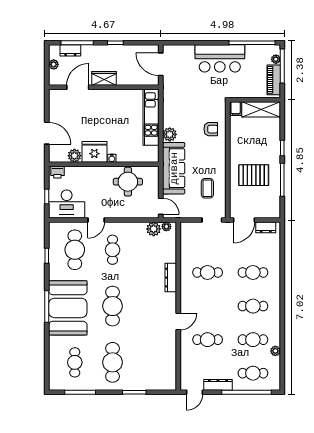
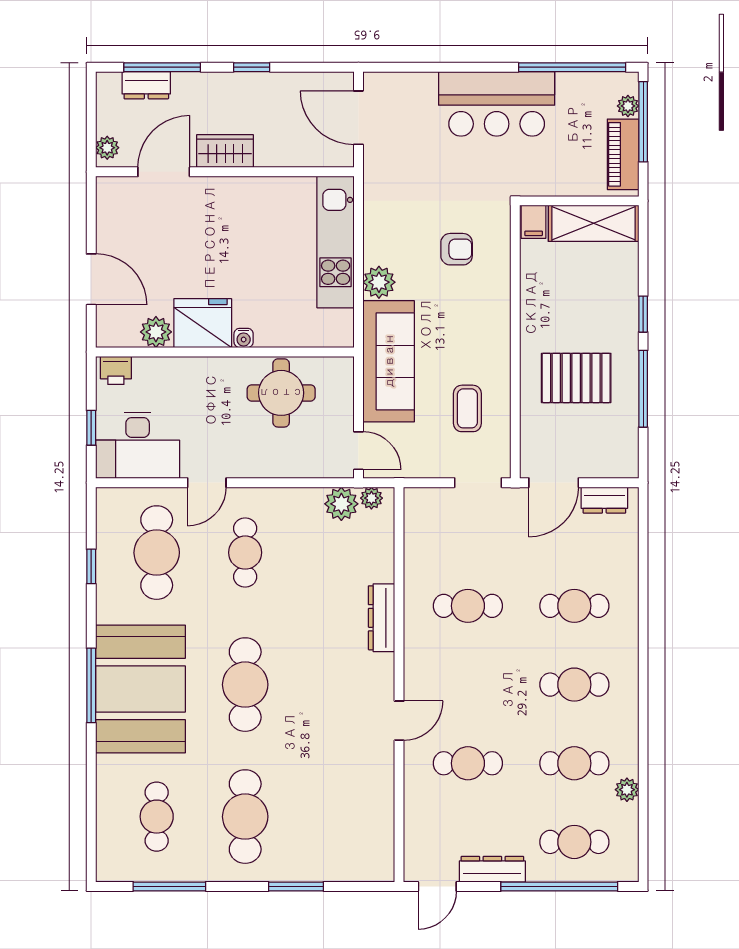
plant: (54, 64) -> (107, 148), moved
armchair: (211, 129) -> (457, 249), moved

